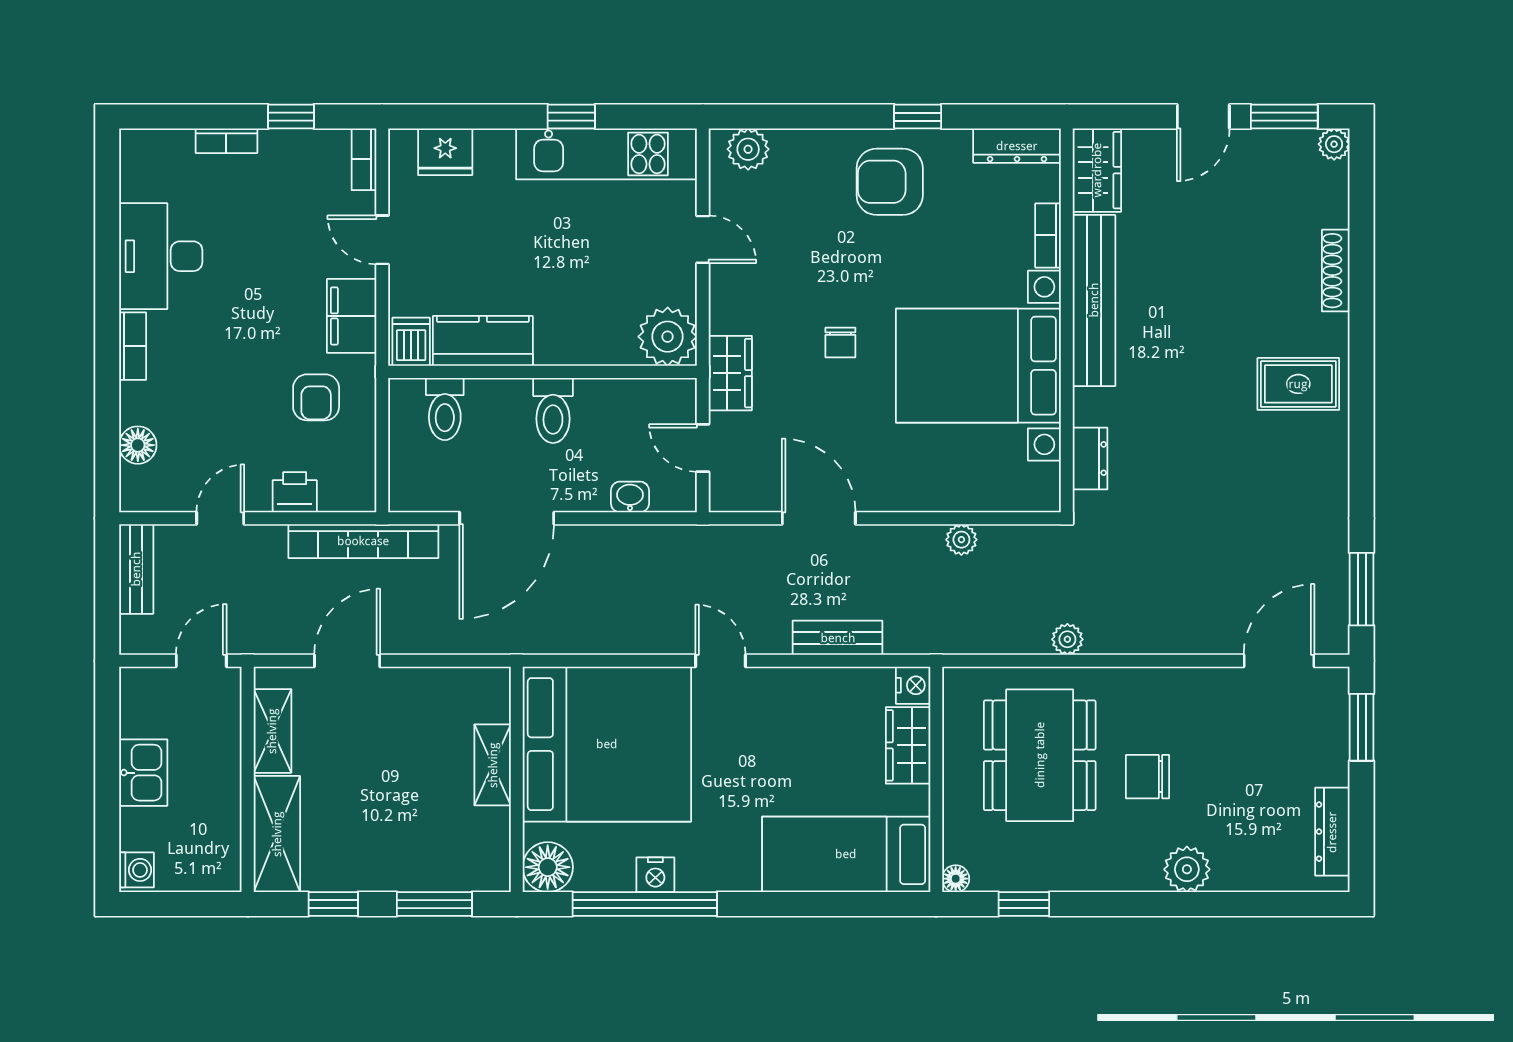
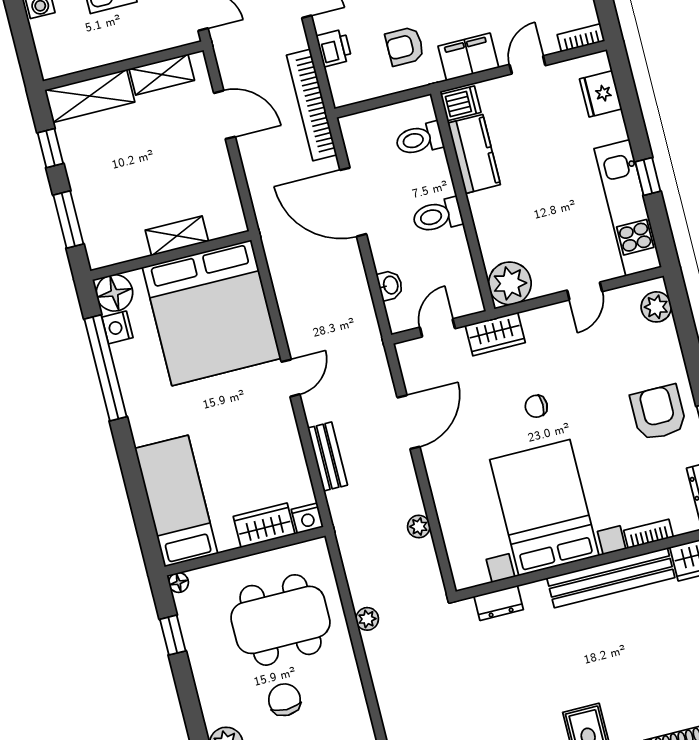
nightstand: (655, 875) -> (117, 327), moved

